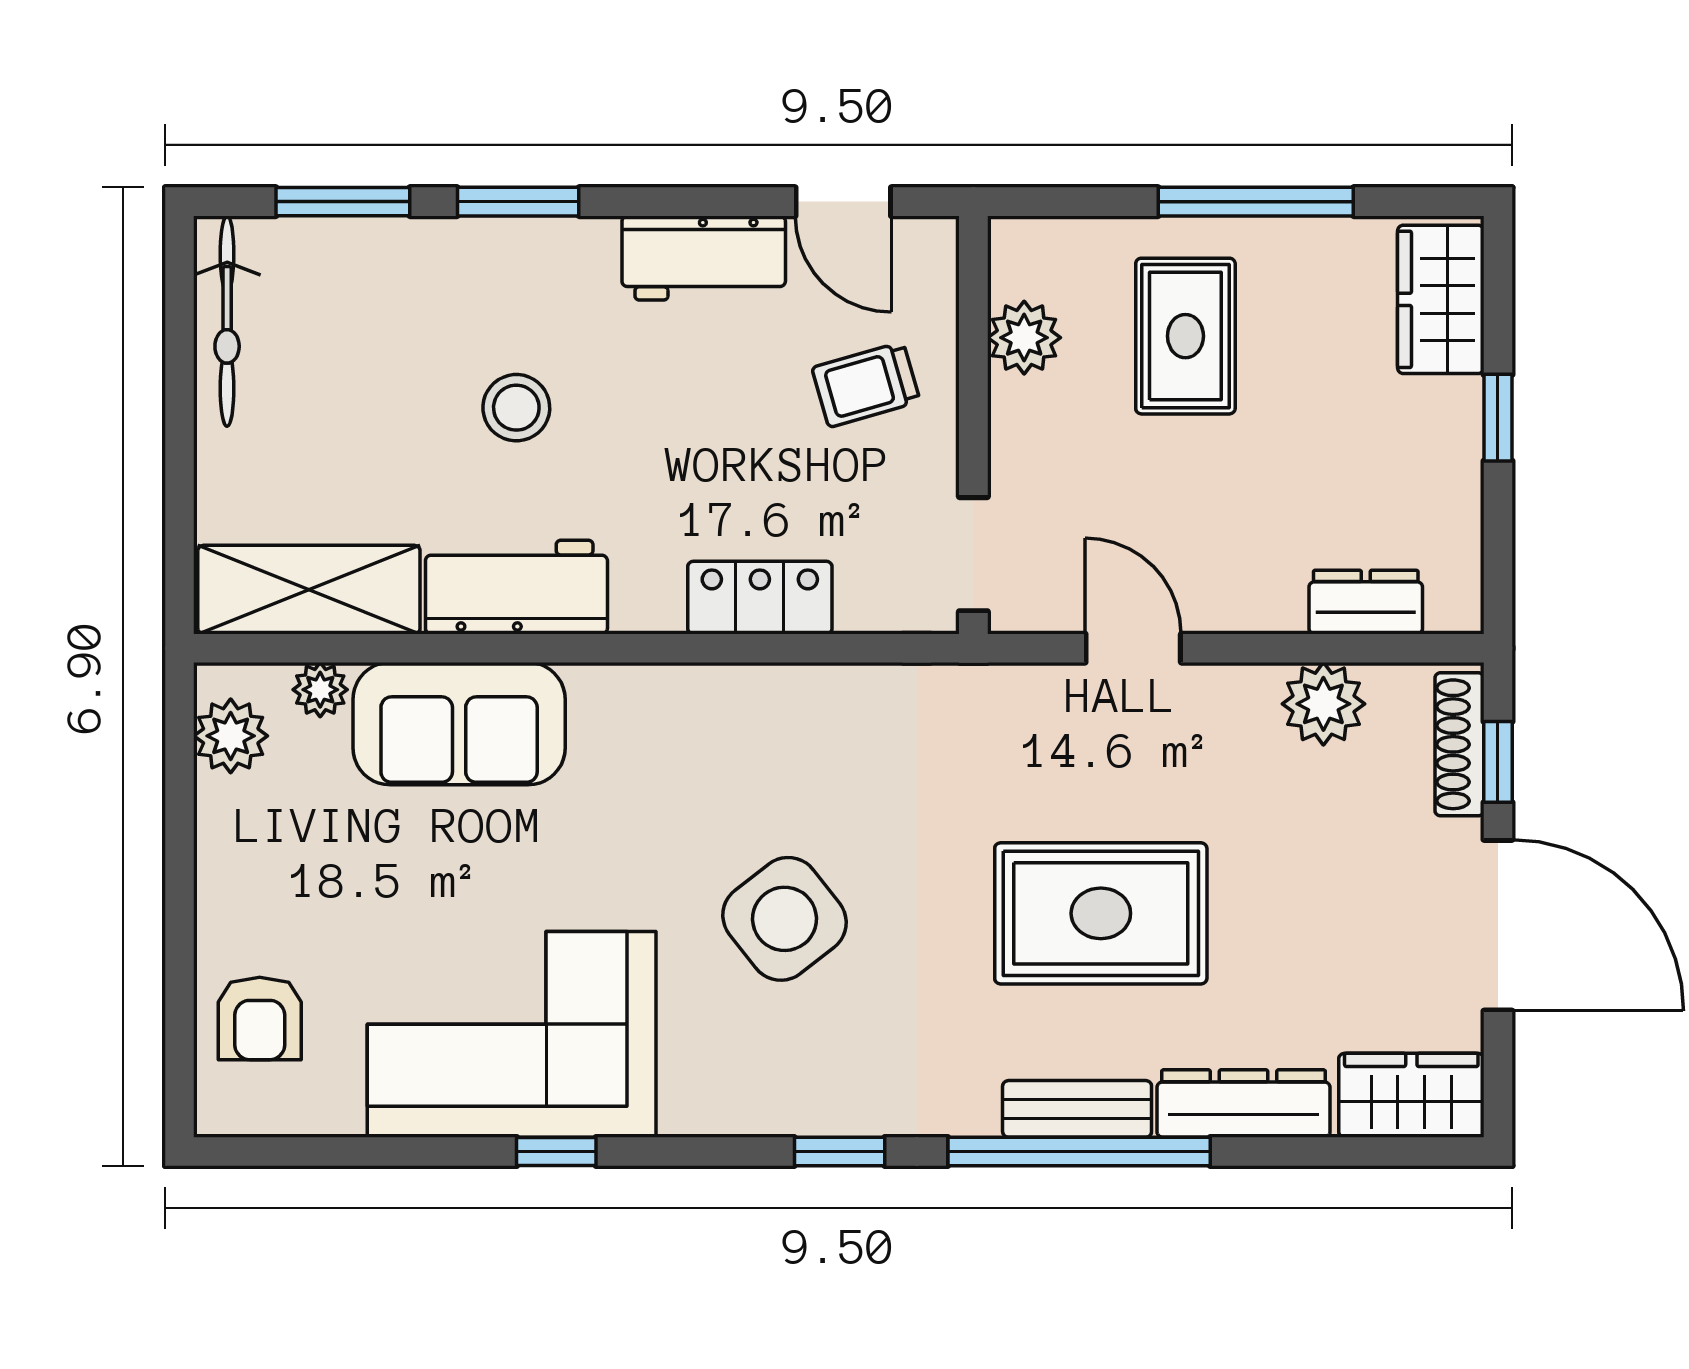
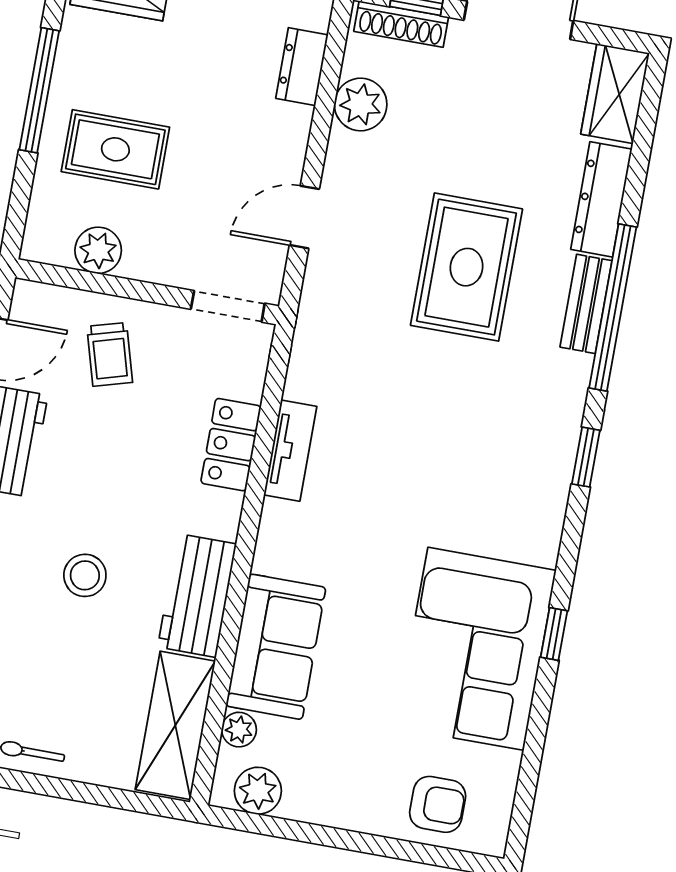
tv unit: (767, 691) -> (290, 451), added
side table: (785, 919) -> (434, 465), removed

